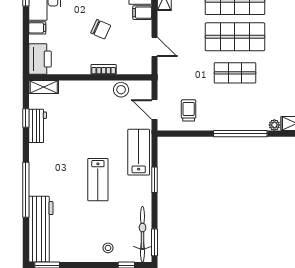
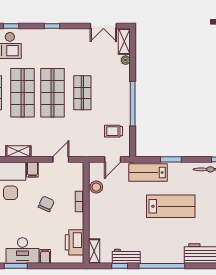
printer: (40, 59) -> (74, 242), moved, turned -90
window: (240, 134) -> (133, 104), moved
lab bench: (98, 180) -> (171, 206), width x1.36, depth x1.39
window: (26, 190) -> (162, 266), moved

